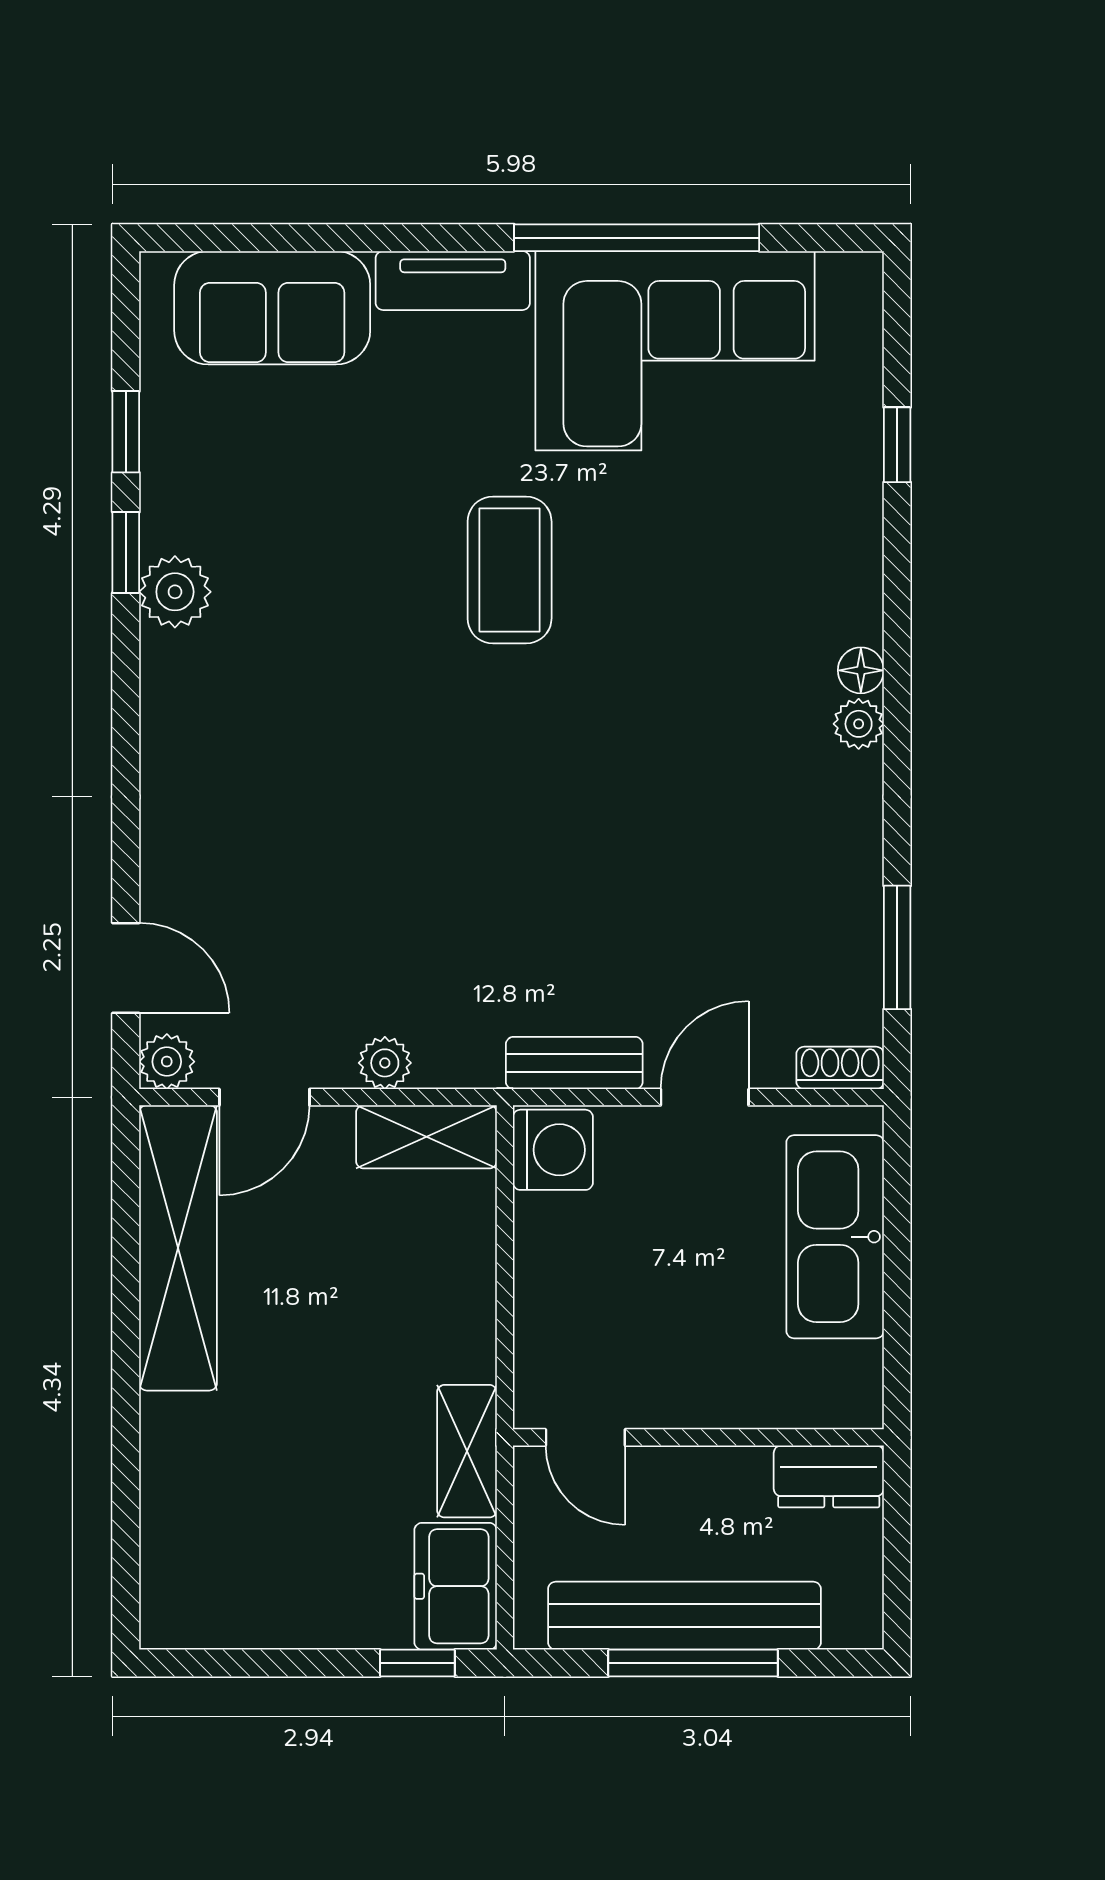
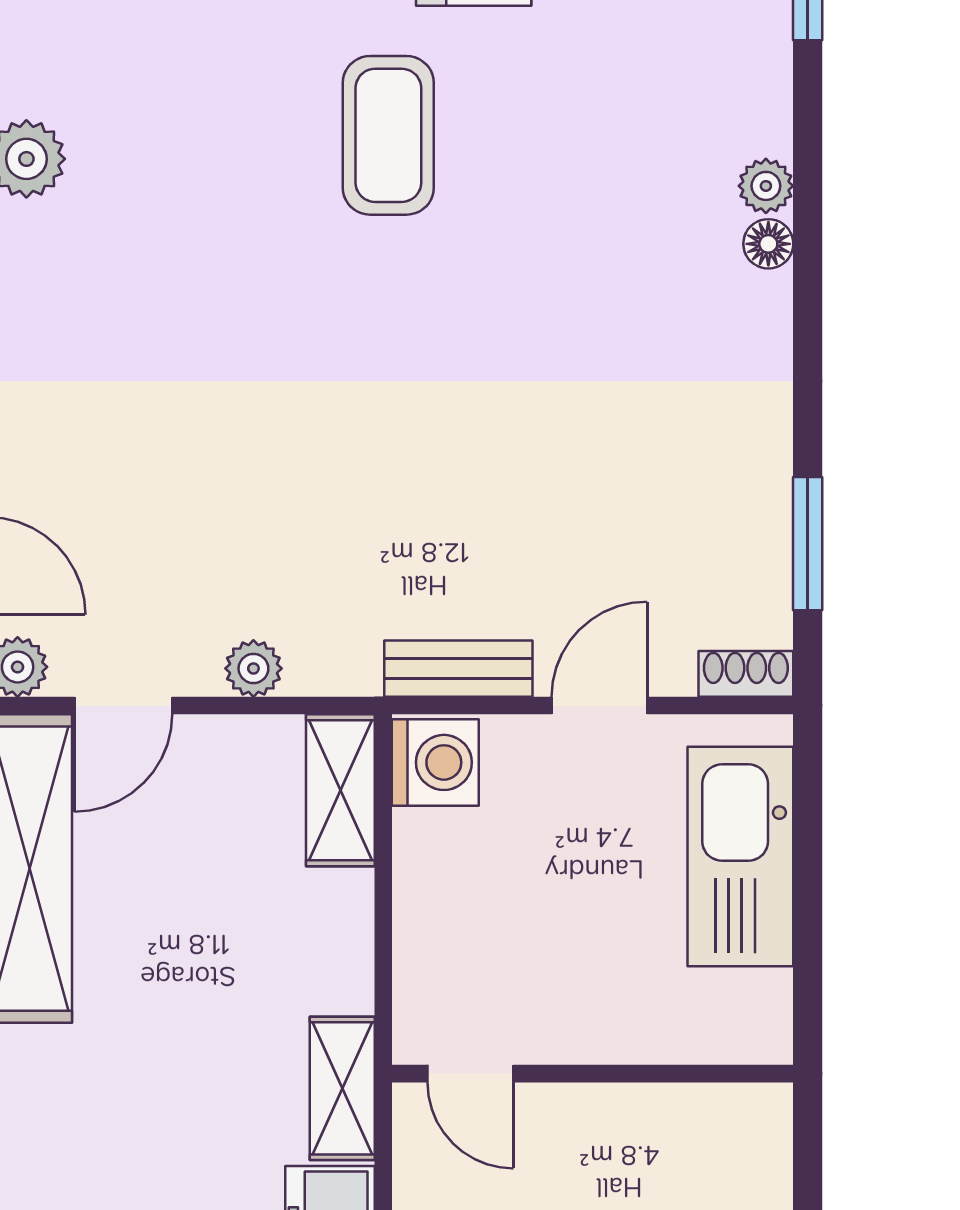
plant: (859, 724) -> (766, 186), moved
shelving: (426, 1137) -> (340, 790), moved, turned 90
dresser: (829, 1476) -> (734, 1116), removed

